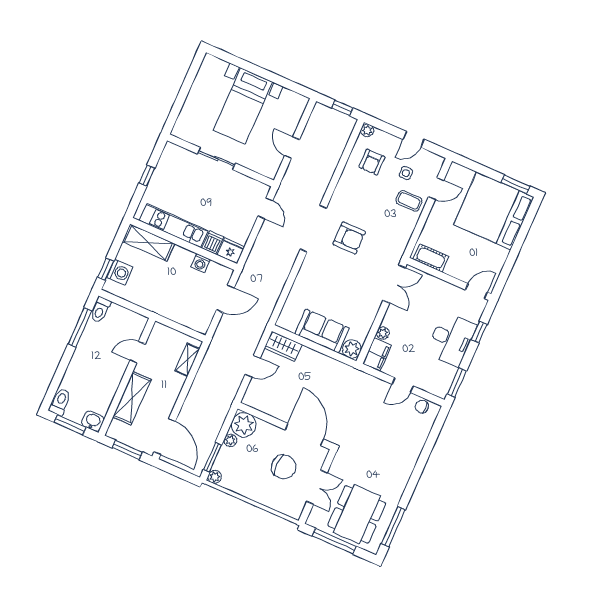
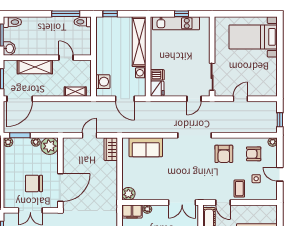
bed with nightstands: (243, 106) -> (253, 37), moved
sliding door: (216, 159) -> (212, 77), moved
door: (436, 189) -> (223, 202), moved
kitchen unit: (174, 226) -> (176, 23), moved, turned 90
armchair: (349, 238) -> (224, 154), moved
shelving: (148, 243) -> (139, 42), width x1.47
washing machine: (120, 272) -> (103, 82), moved, turned -90
sofa: (322, 331) -> (146, 147), moved, turned 90
door: (253, 366) -> (89, 135), swing flipped
chair: (284, 467) -> (34, 183), turned 90

